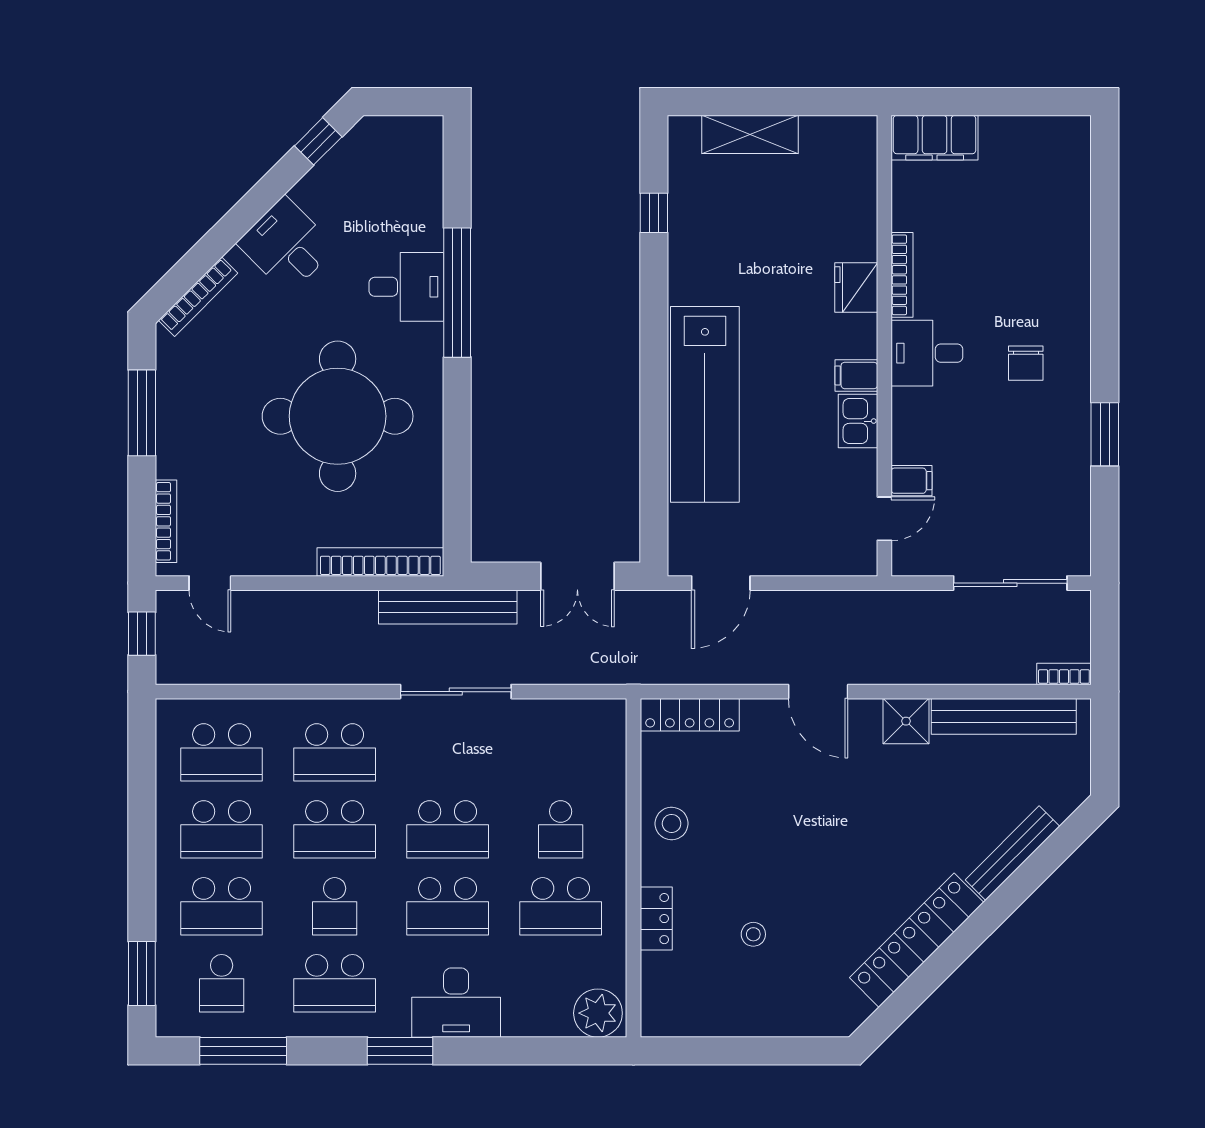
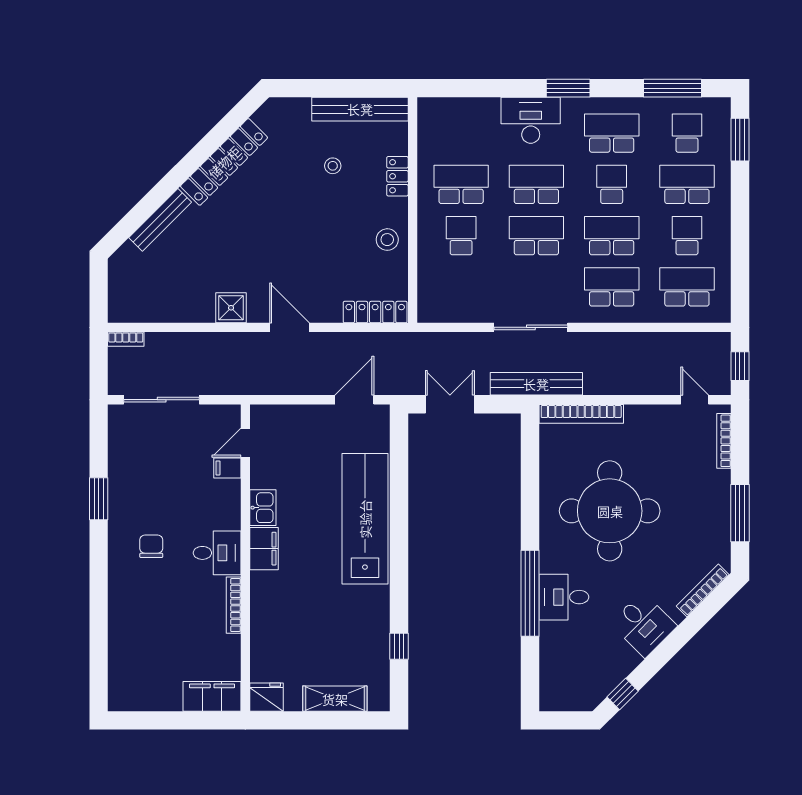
fridge: (856, 288) -> (267, 697), moved, turned -90
filing cabinet: (856, 375) -> (264, 549), width x2.00
bench: (1004, 716) -> (360, 109), moved
school desk: (222, 829) -> (687, 236), width x0.54
plant: (598, 1013) -> (436, 113), removed

